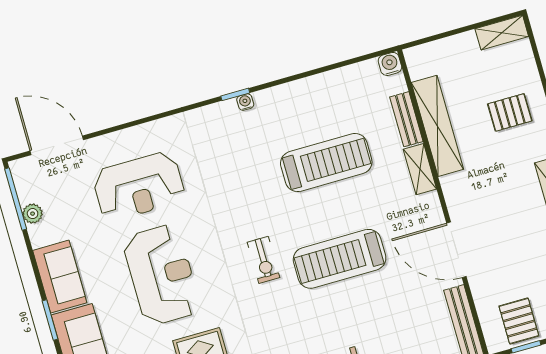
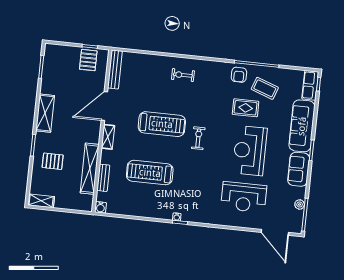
shelving: (420, 169) -> (108, 137), moved
reception desk: (139, 186) -> (244, 197), turned 180
door: (456, 250) -> (104, 106), swing flipped

